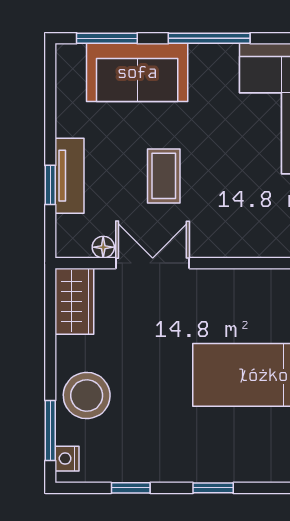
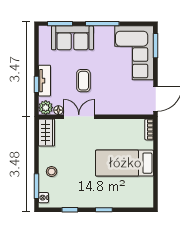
plant: (72, 241) -> (46, 108), added
stool: (87, 395) -> (52, 172), width x0.53, depth x0.53

